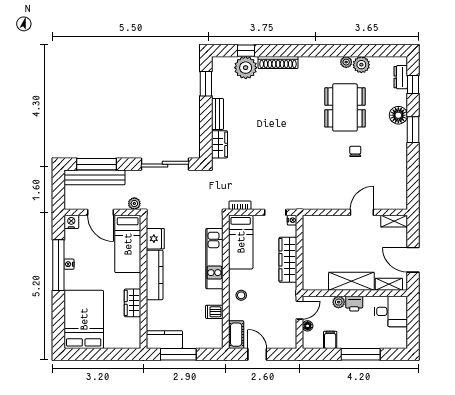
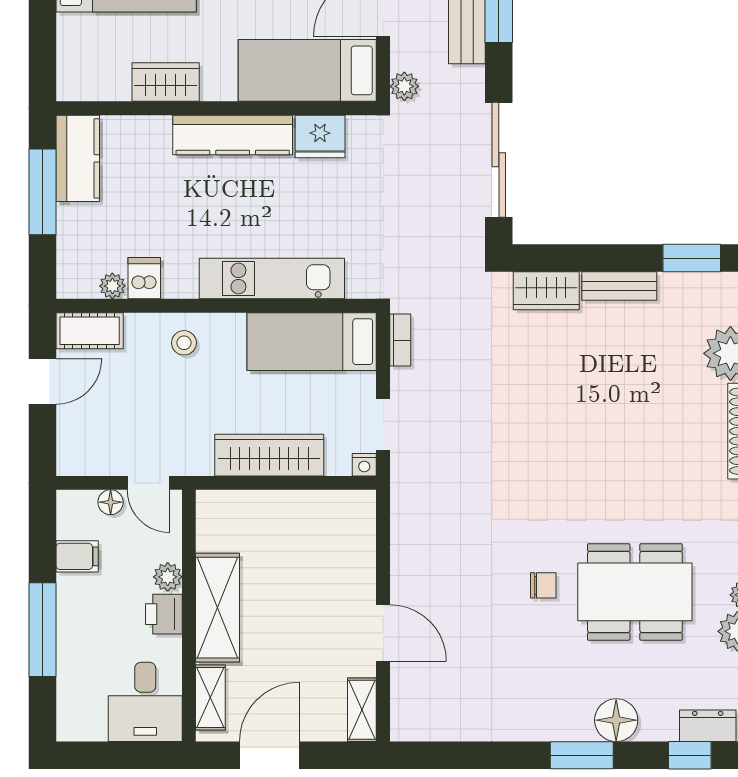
chair: (355, 151) -> (543, 585), moved
plant: (217, 325) -> (112, 286), added

